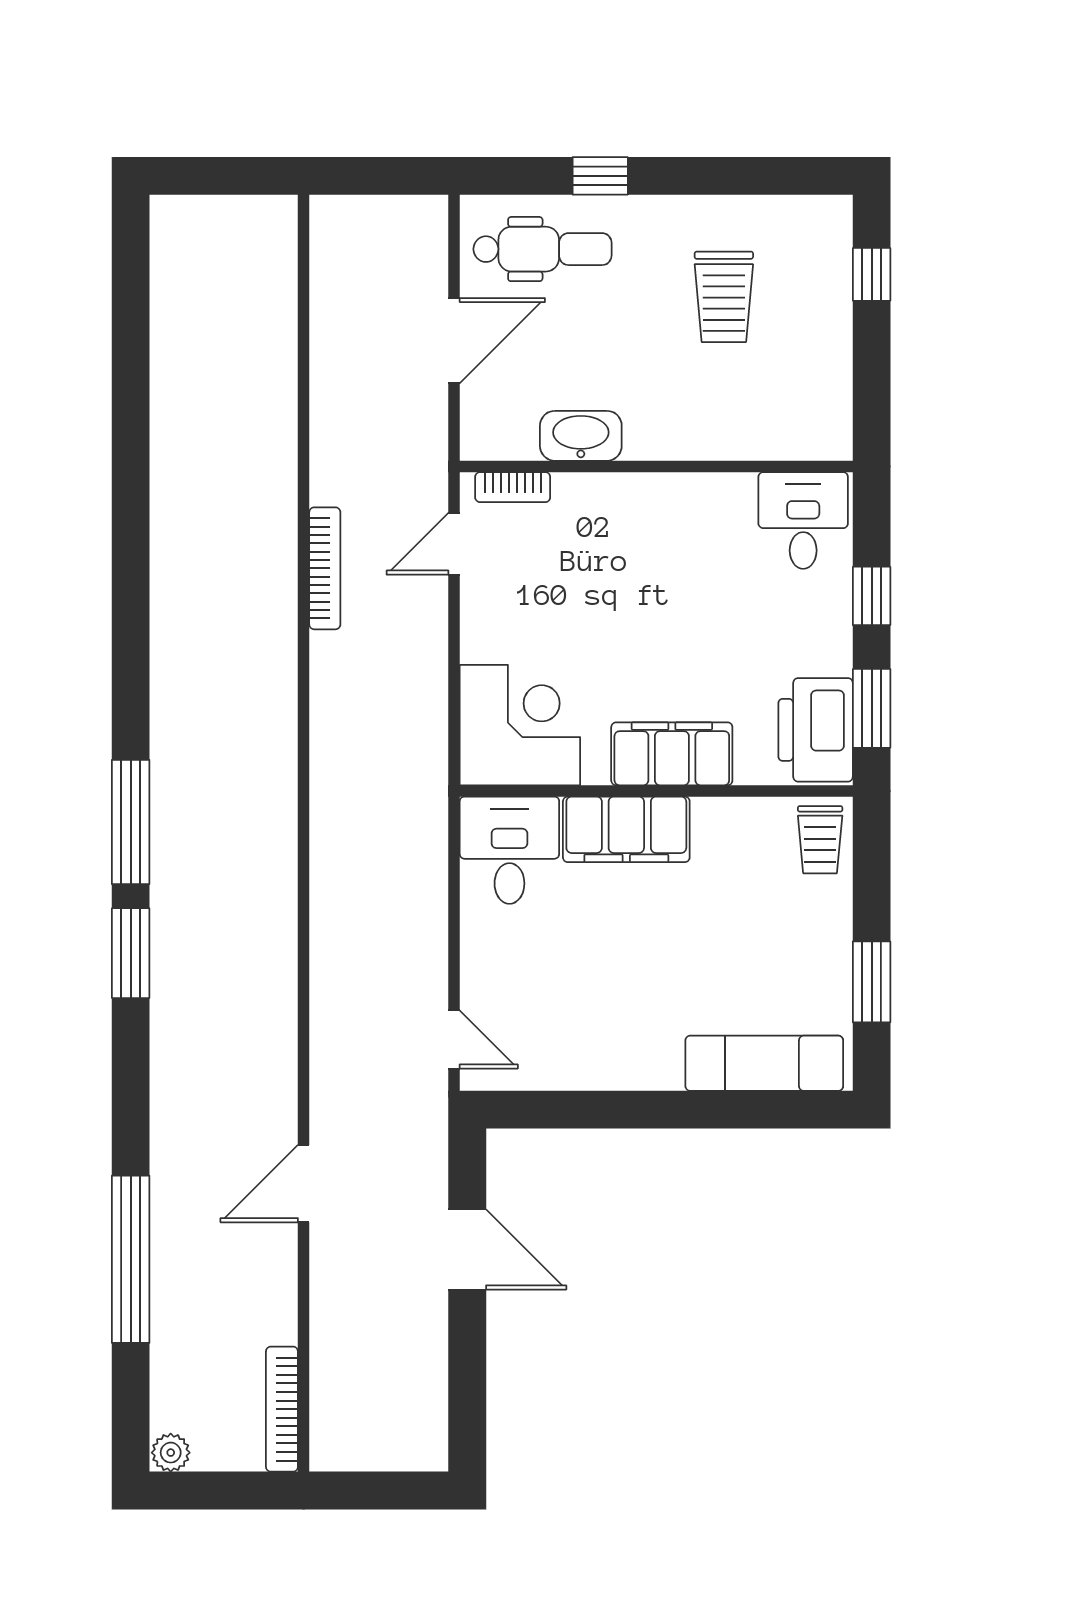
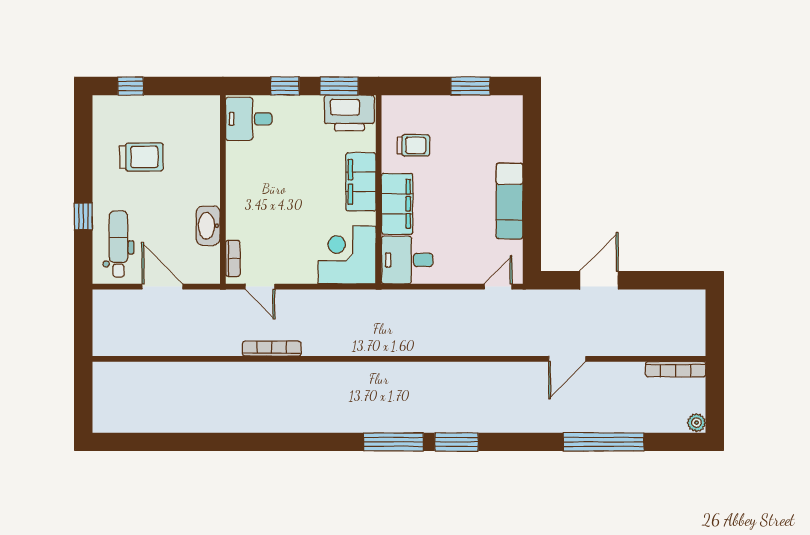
trolley: (820, 840) -> (413, 145), moved
exam couch: (764, 1063) -> (509, 201), moved
door: (304, 1184) -> (567, 359), hinge flipped

